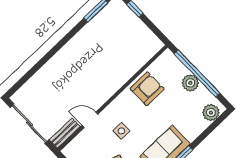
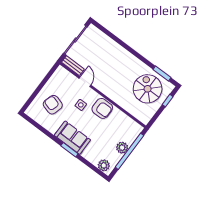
spiral stairs: (114, 34) -> (148, 89), added
armchair: (147, 89) -> (102, 108), moved

